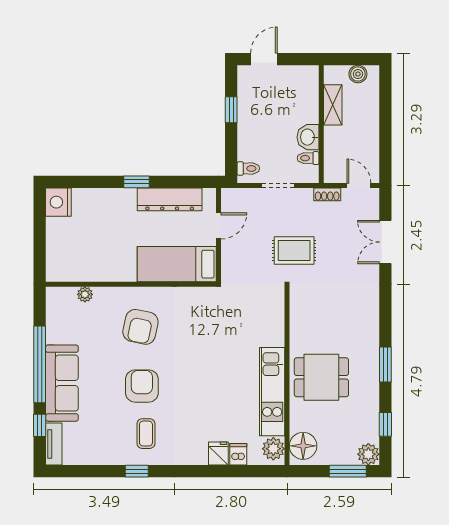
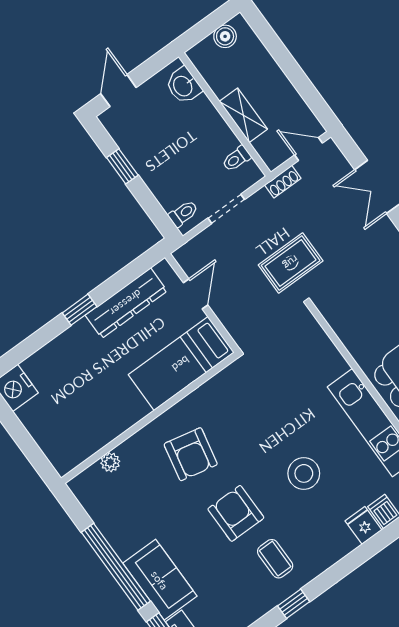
shelving: (333, 105) -> (243, 115), moved
washbasin: (308, 137) -> (183, 86), moved
sofa: (62, 383) -> (160, 580), width x0.73
stool: (204, 392) -> (304, 473), added

